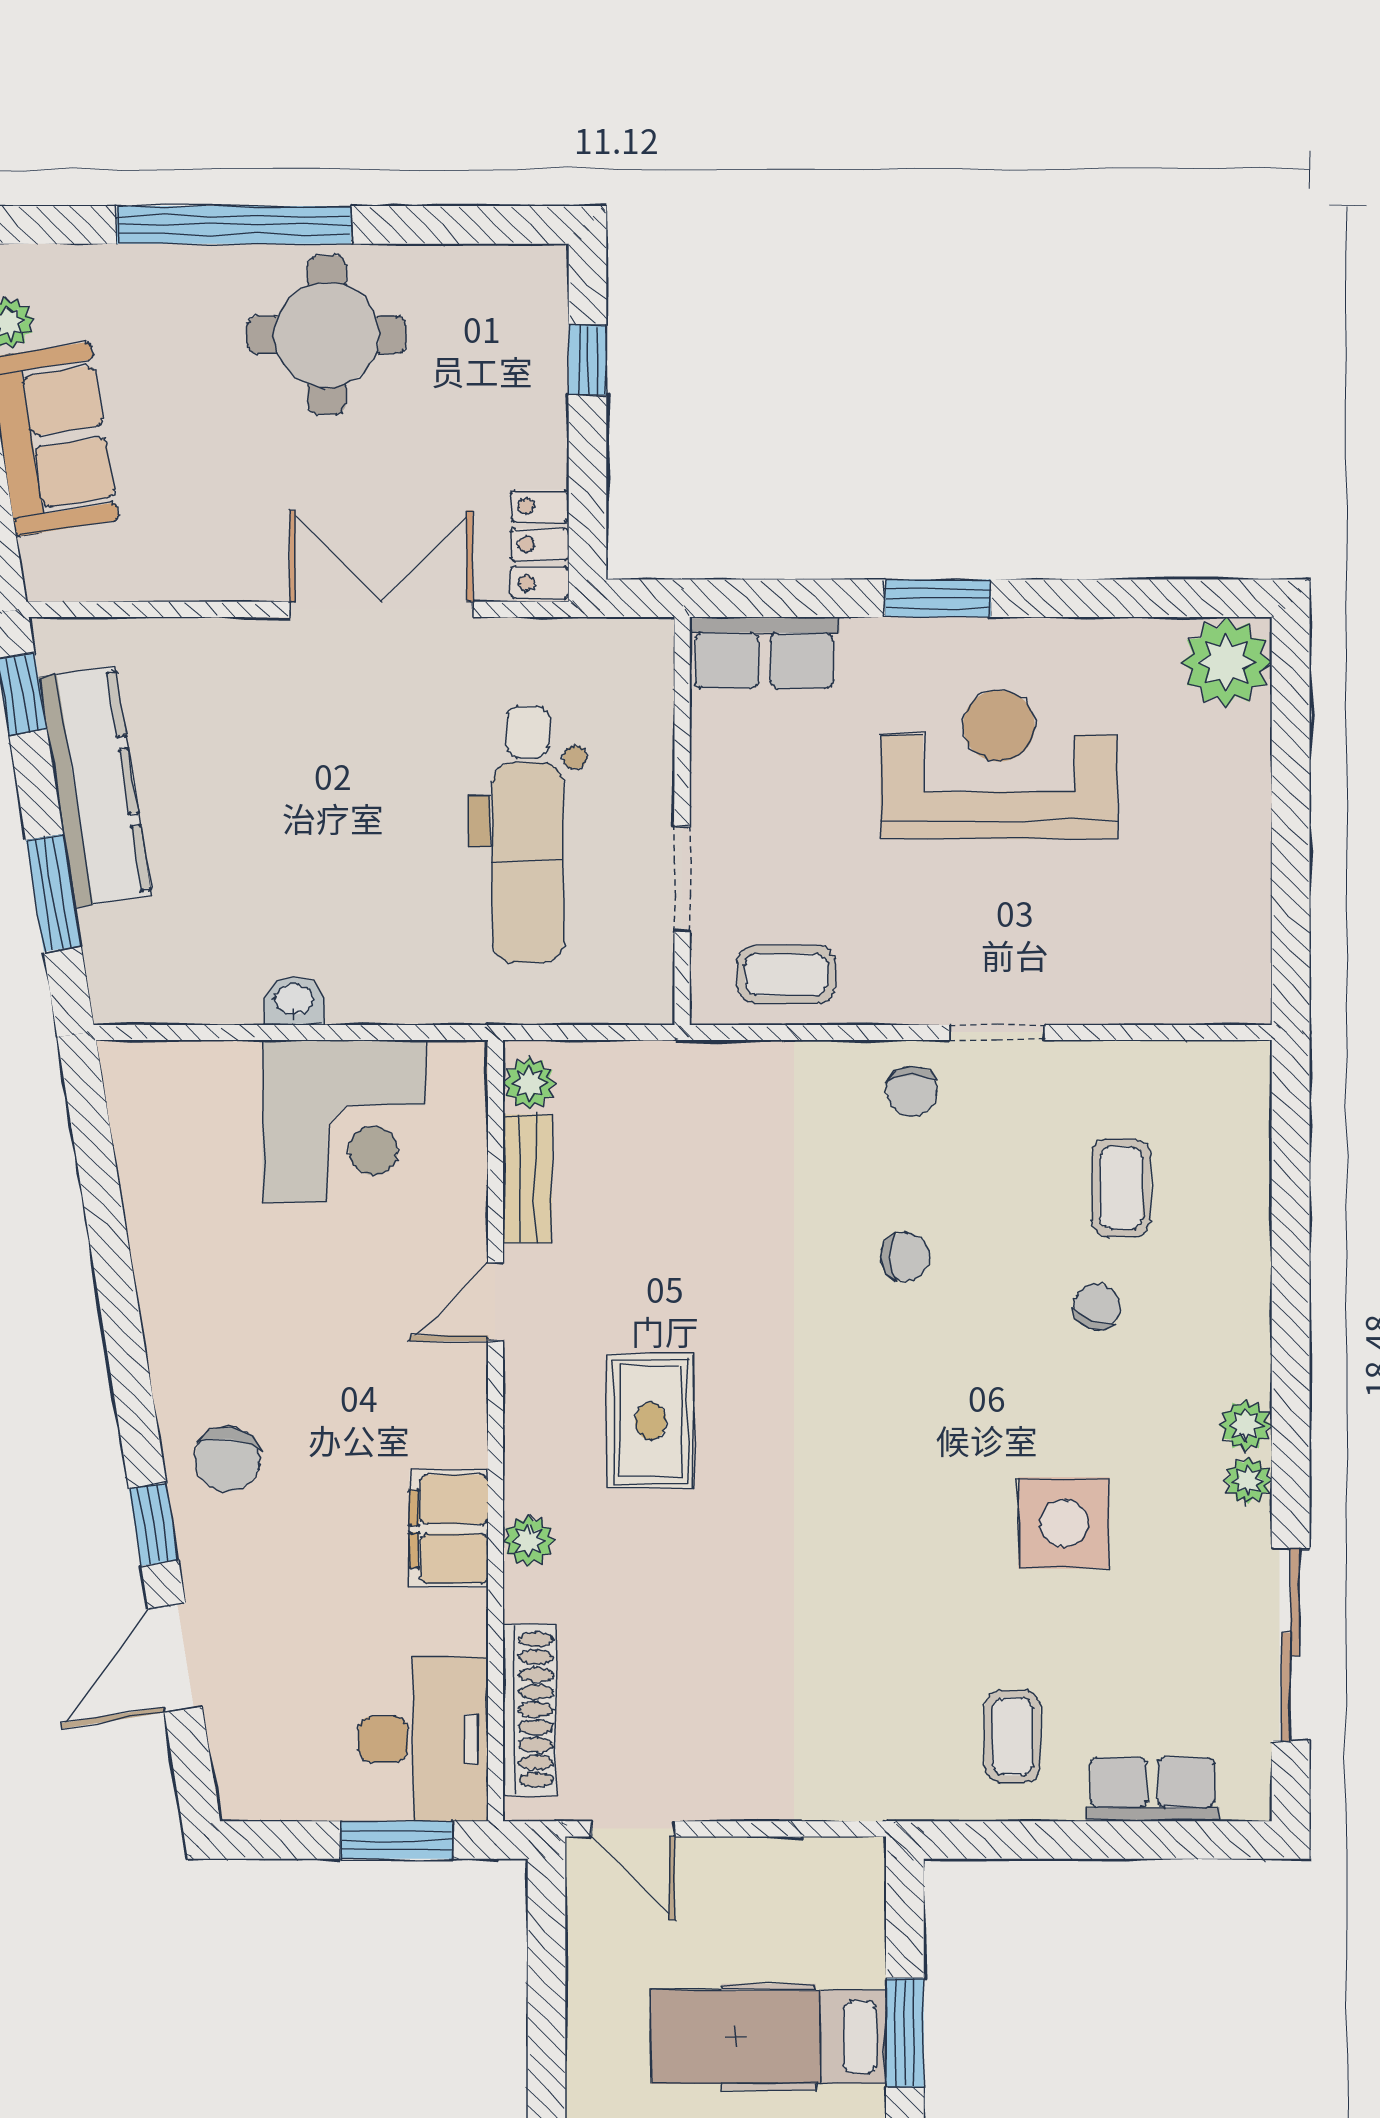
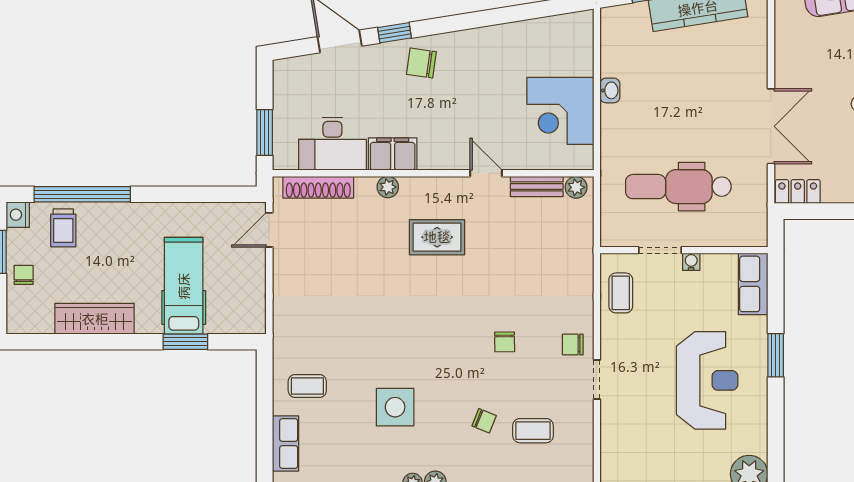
water cooler: (711, 803) -> (691, 262), added
desk: (423, 1739) -> (332, 144), moved

